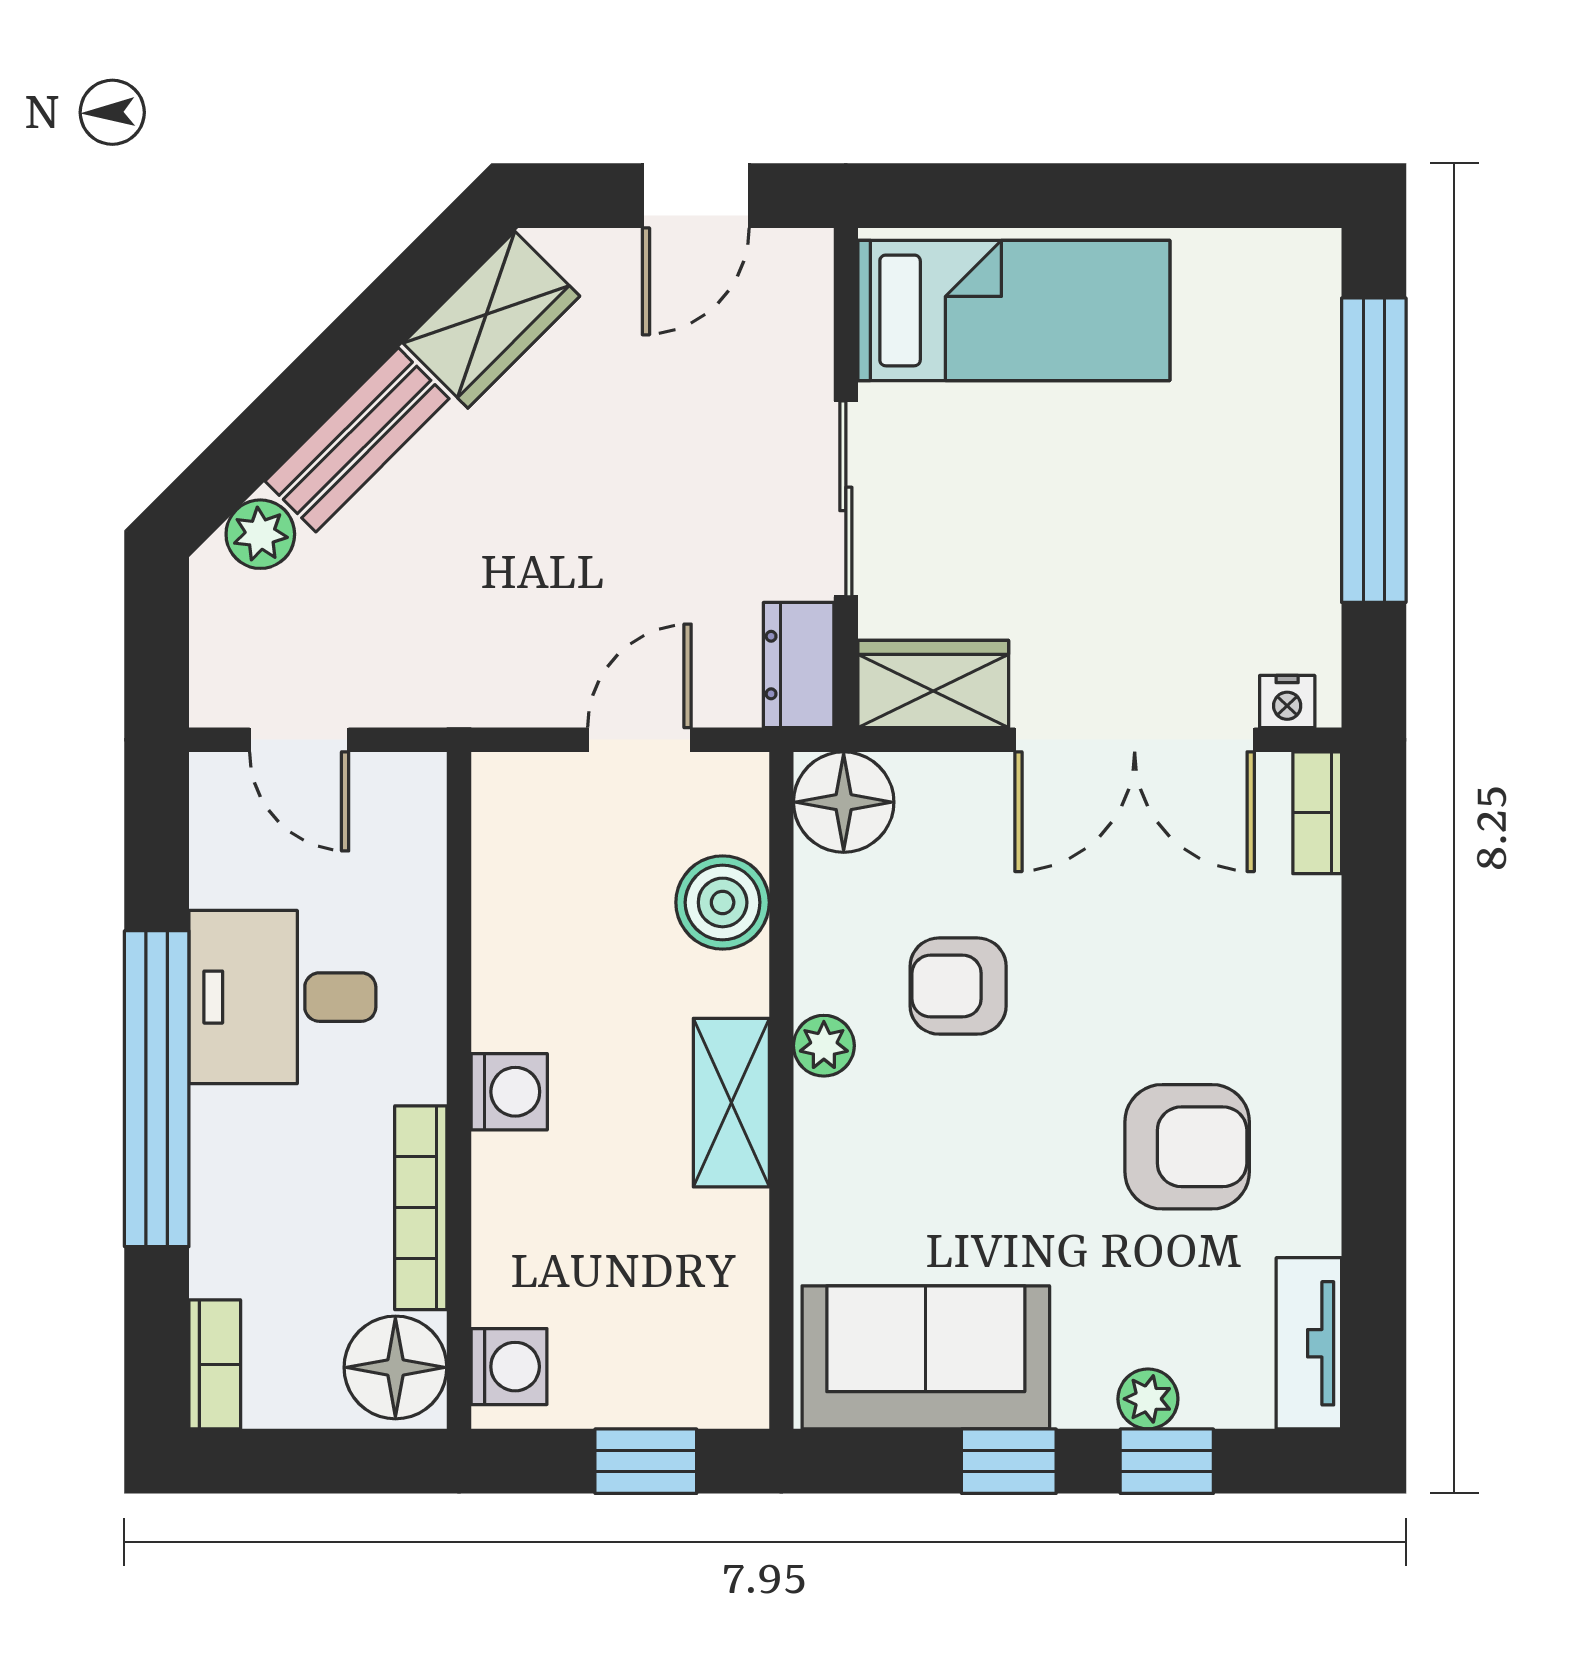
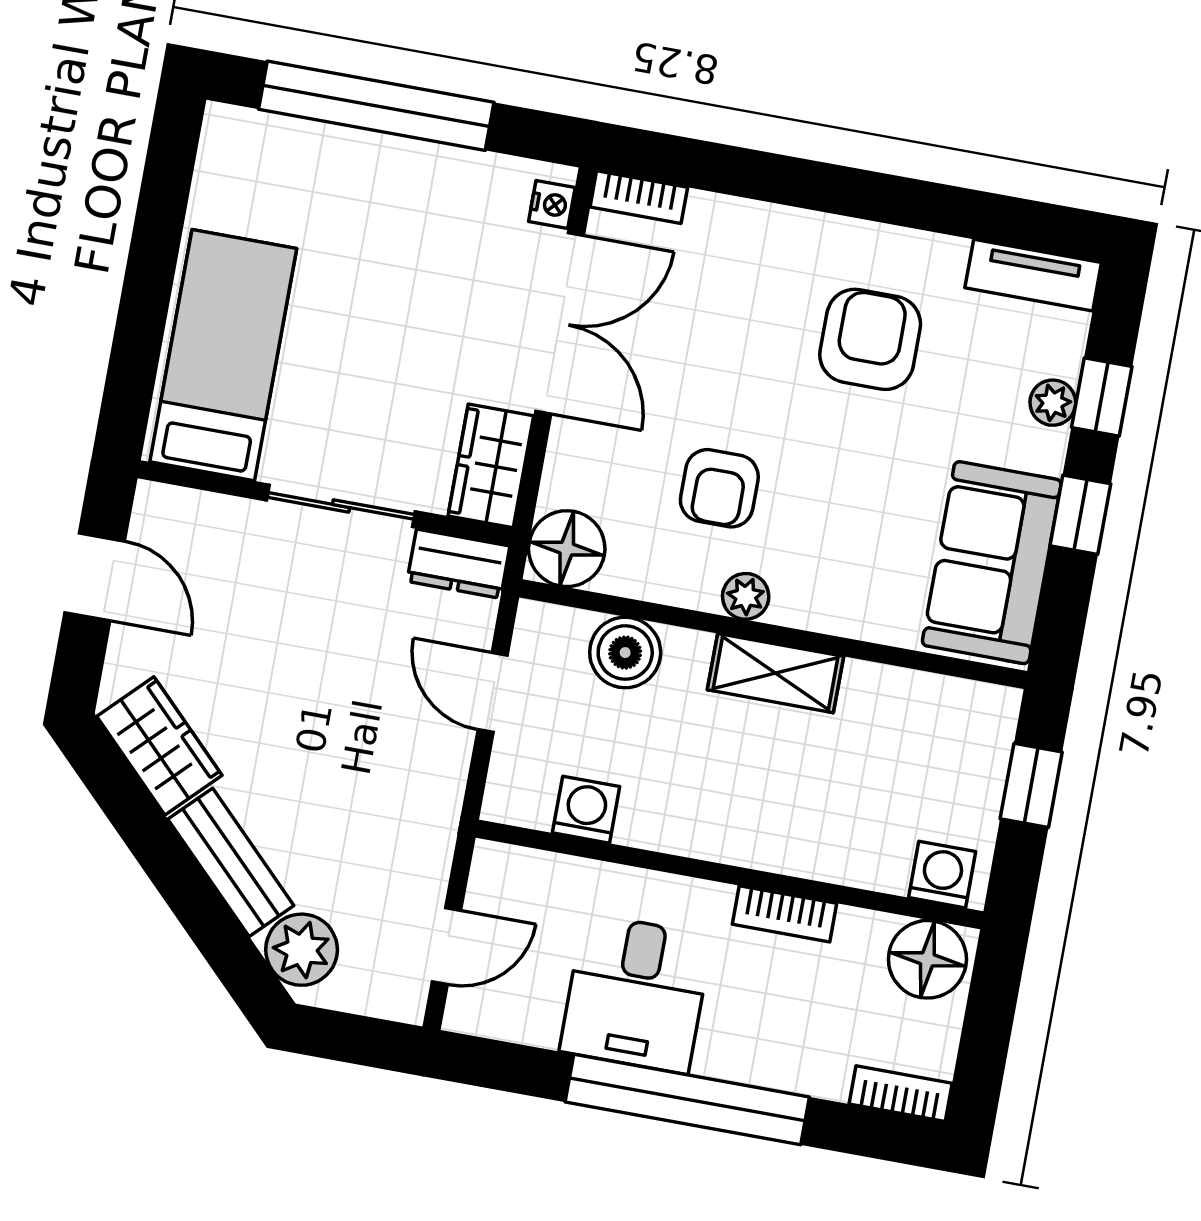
plant: (260, 534) -> (302, 950), width x1.38, depth x1.38
washing machine: (509, 1092) -> (586, 810), moved
bookcase: (421, 1208) -> (784, 914), width x0.64

